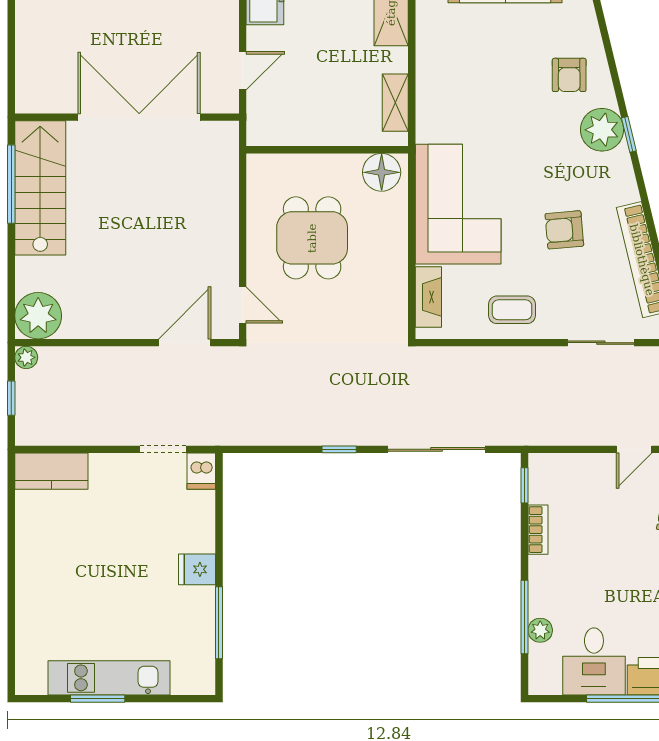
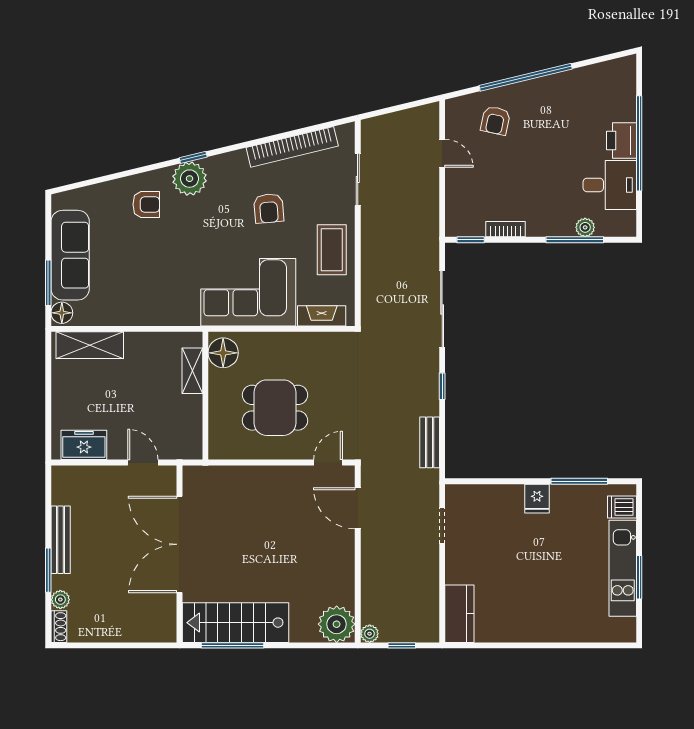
shelving: (395, 103) -> (192, 371), moved, turned 90
coffee table: (512, 310) -> (332, 250), width x1.36, depth x1.30
bench: (268, 433) -> (430, 442), added
dishwasher: (201, 471) -> (622, 507), moved, turned 180

